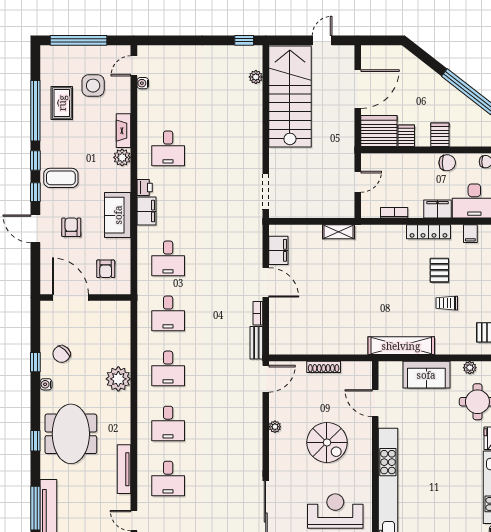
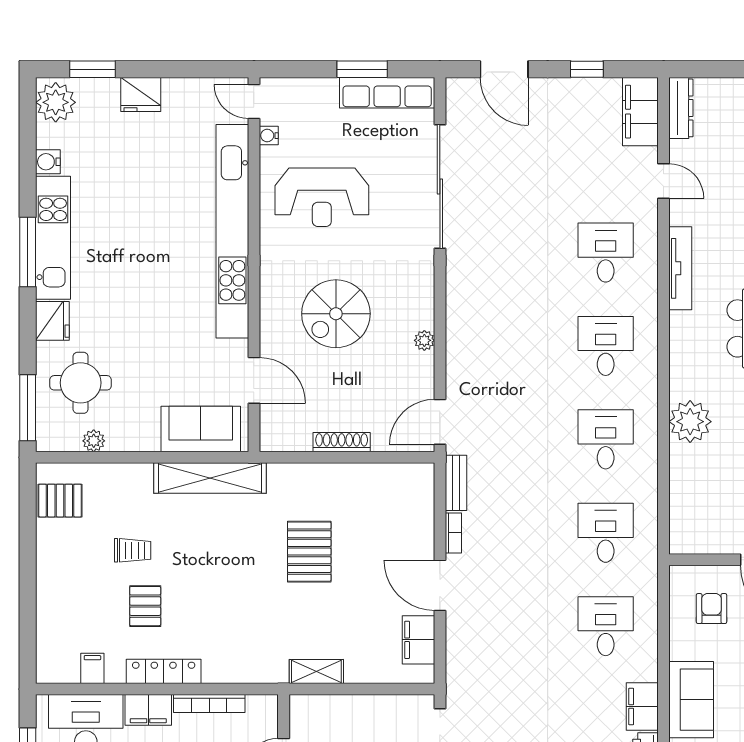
bookcase: (394, 213) -> (209, 704), width x1.56
pallet: (343, 302) -> (309, 552), added
sofa: (426, 375) -> (201, 429), moved
spiral stairs: (327, 442) -> (336, 314), turned -90

